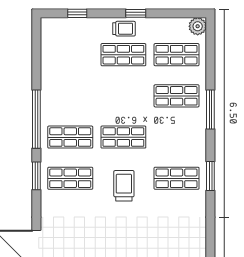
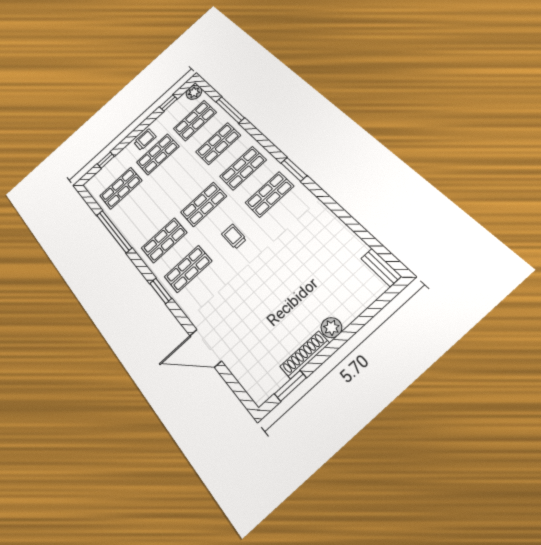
window: (136, 13) -> (168, 103), moved
shop shelf: (70, 55) -> (121, 188), added
window: (210, 110) -> (230, 110), moved
window: (36, 119) -> (114, 231), moved
shop shelf: (177, 137) -> (243, 168), added
trolley: (124, 186) -> (234, 237), width x0.73, depth x0.72

